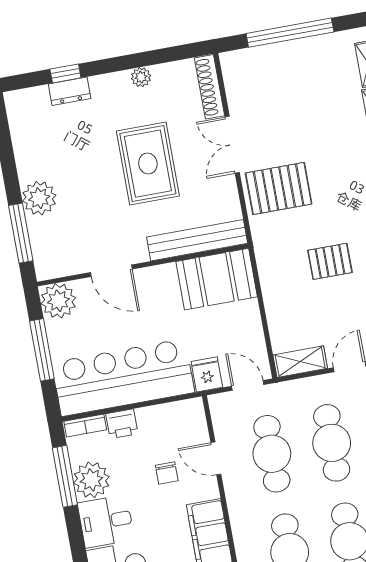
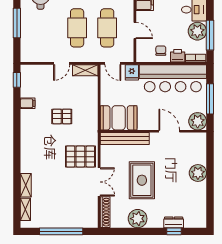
plant: (141, 77) -> (138, 219), width x1.87, depth x1.87
window: (21, 233) -> (210, 158), removed
chair: (167, 473) -> (161, 51), moved

